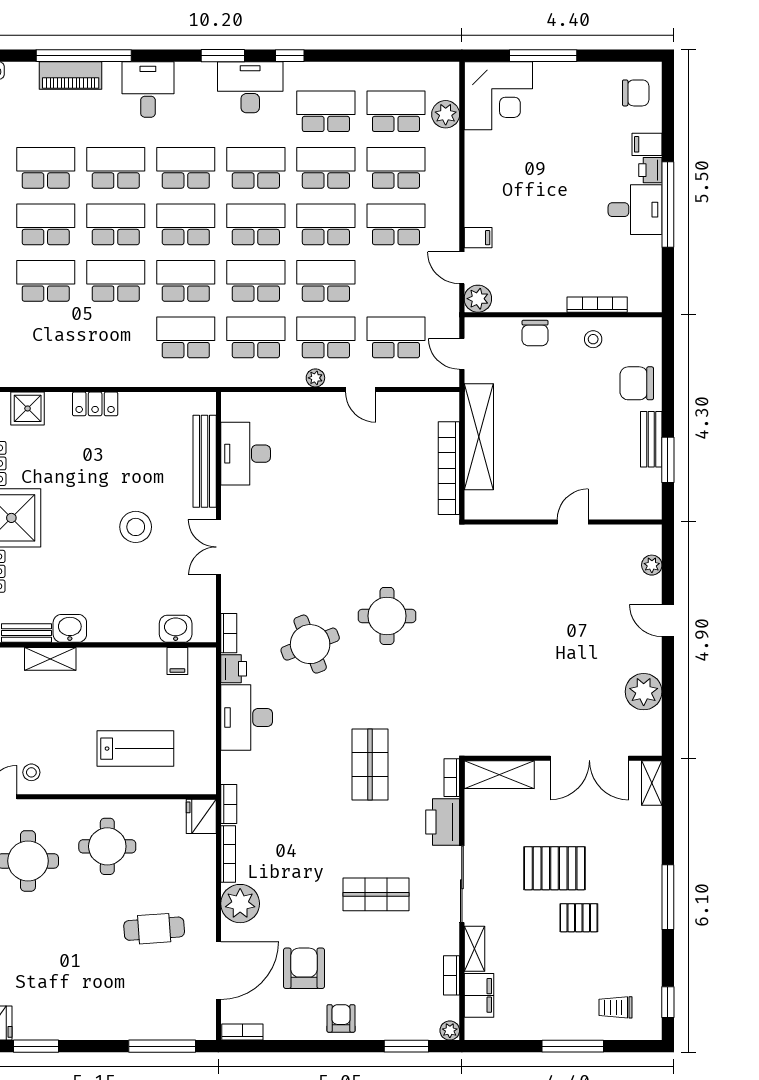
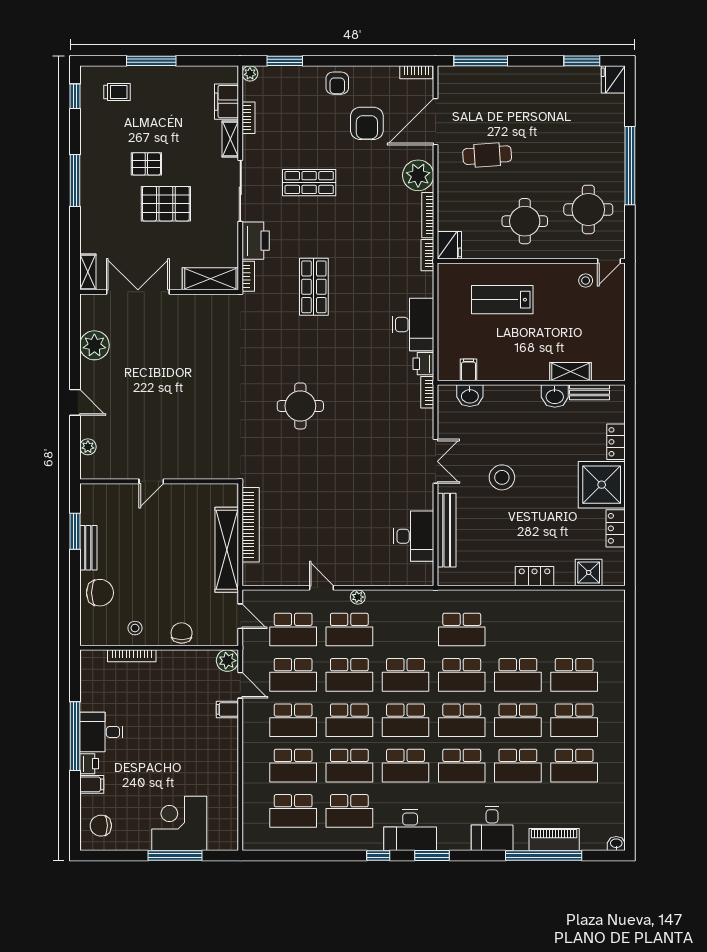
corner desk: (498, 96) -> (179, 823), moved
plant: (446, 114) -> (253, 808), removed
school desk: (256, 337) -> (293, 675), moved
round table: (310, 644) -> (362, 383), removed

